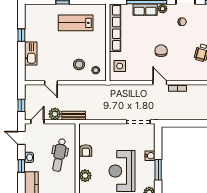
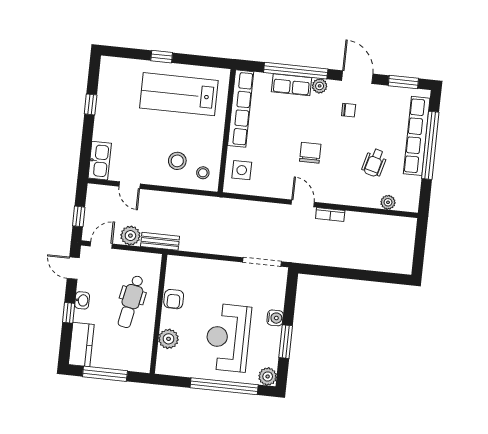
lab bench: (76, 23) -> (179, 94), width x1.36, depth x1.39
kitchen sink: (31, 54) -> (100, 161), moved

